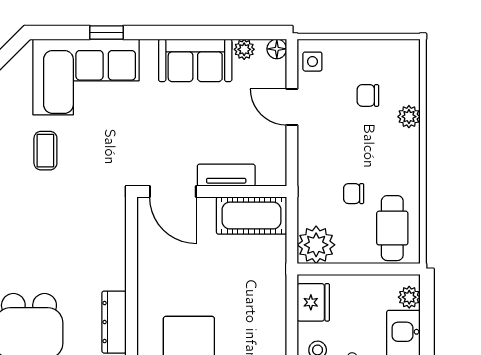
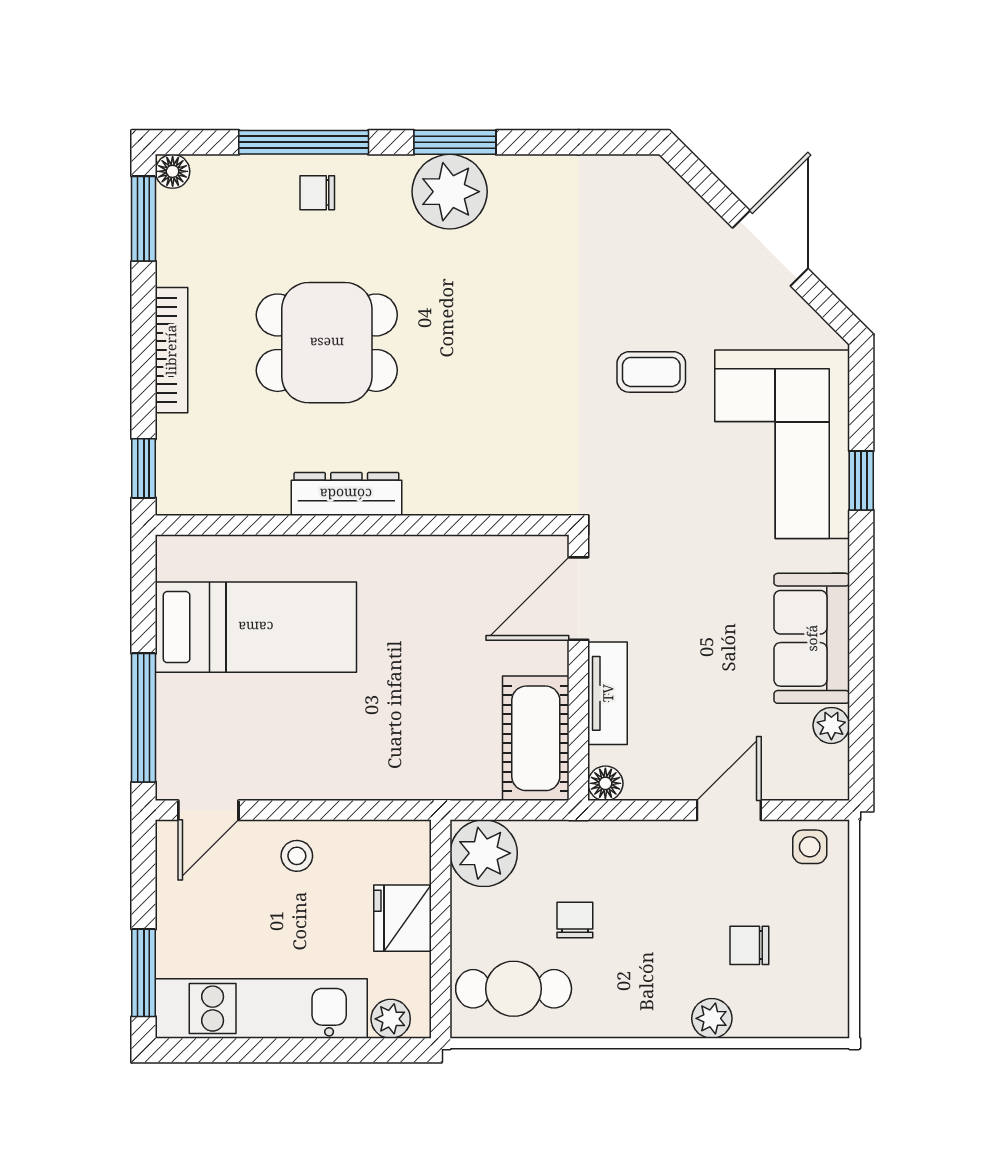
floor lamp: (277, 49) -> (605, 783), moved
chair: (368, 95) -> (749, 945), turned -90
fridge: (313, 302) -> (403, 918), moved, turned 90

